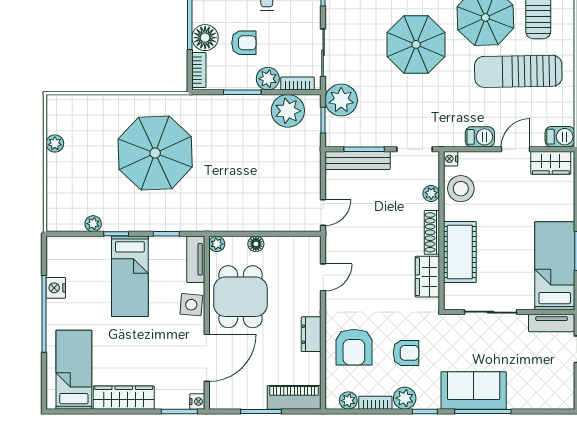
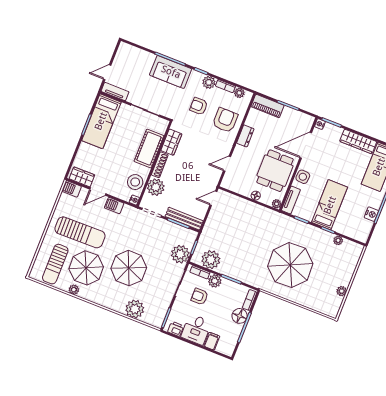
armchair: (244, 43) -> (200, 297), moved
plant: (431, 194) -> (156, 187), width x1.87, depth x1.87

